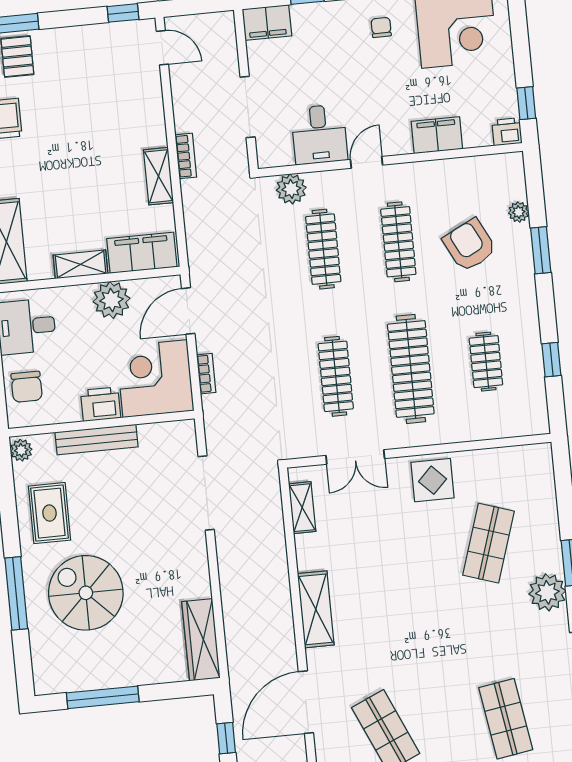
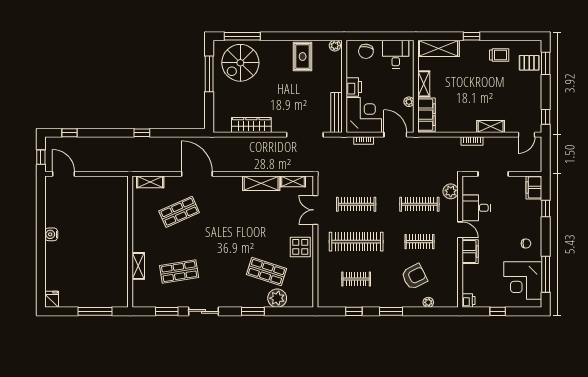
window: (526, 103) -> (498, 311), moved
filing cabinet: (437, 135) -> (470, 252), moved
shelving: (159, 176) -> (491, 127), moved
clothes rail: (398, 242) -> (419, 242), width x0.73
window: (541, 250) -> (391, 311), moved
plant: (111, 300) -> (409, 102), width x0.53, depth x0.53
chair: (27, 387) -> (366, 51), turned -81
bench: (97, 440) -> (336, 113), moved
rug: (49, 513) -> (303, 57), turned 90
plant: (547, 592) -> (277, 298), moved
window: (16, 593) -> (242, 36), moved
spiral stairs: (86, 593) -> (240, 63), moved, turned 180
shelving: (316, 609) -> (261, 183), moved
wardrobe: (201, 640) -> (251, 125), moved
window: (226, 738) -> (183, 133), removed

